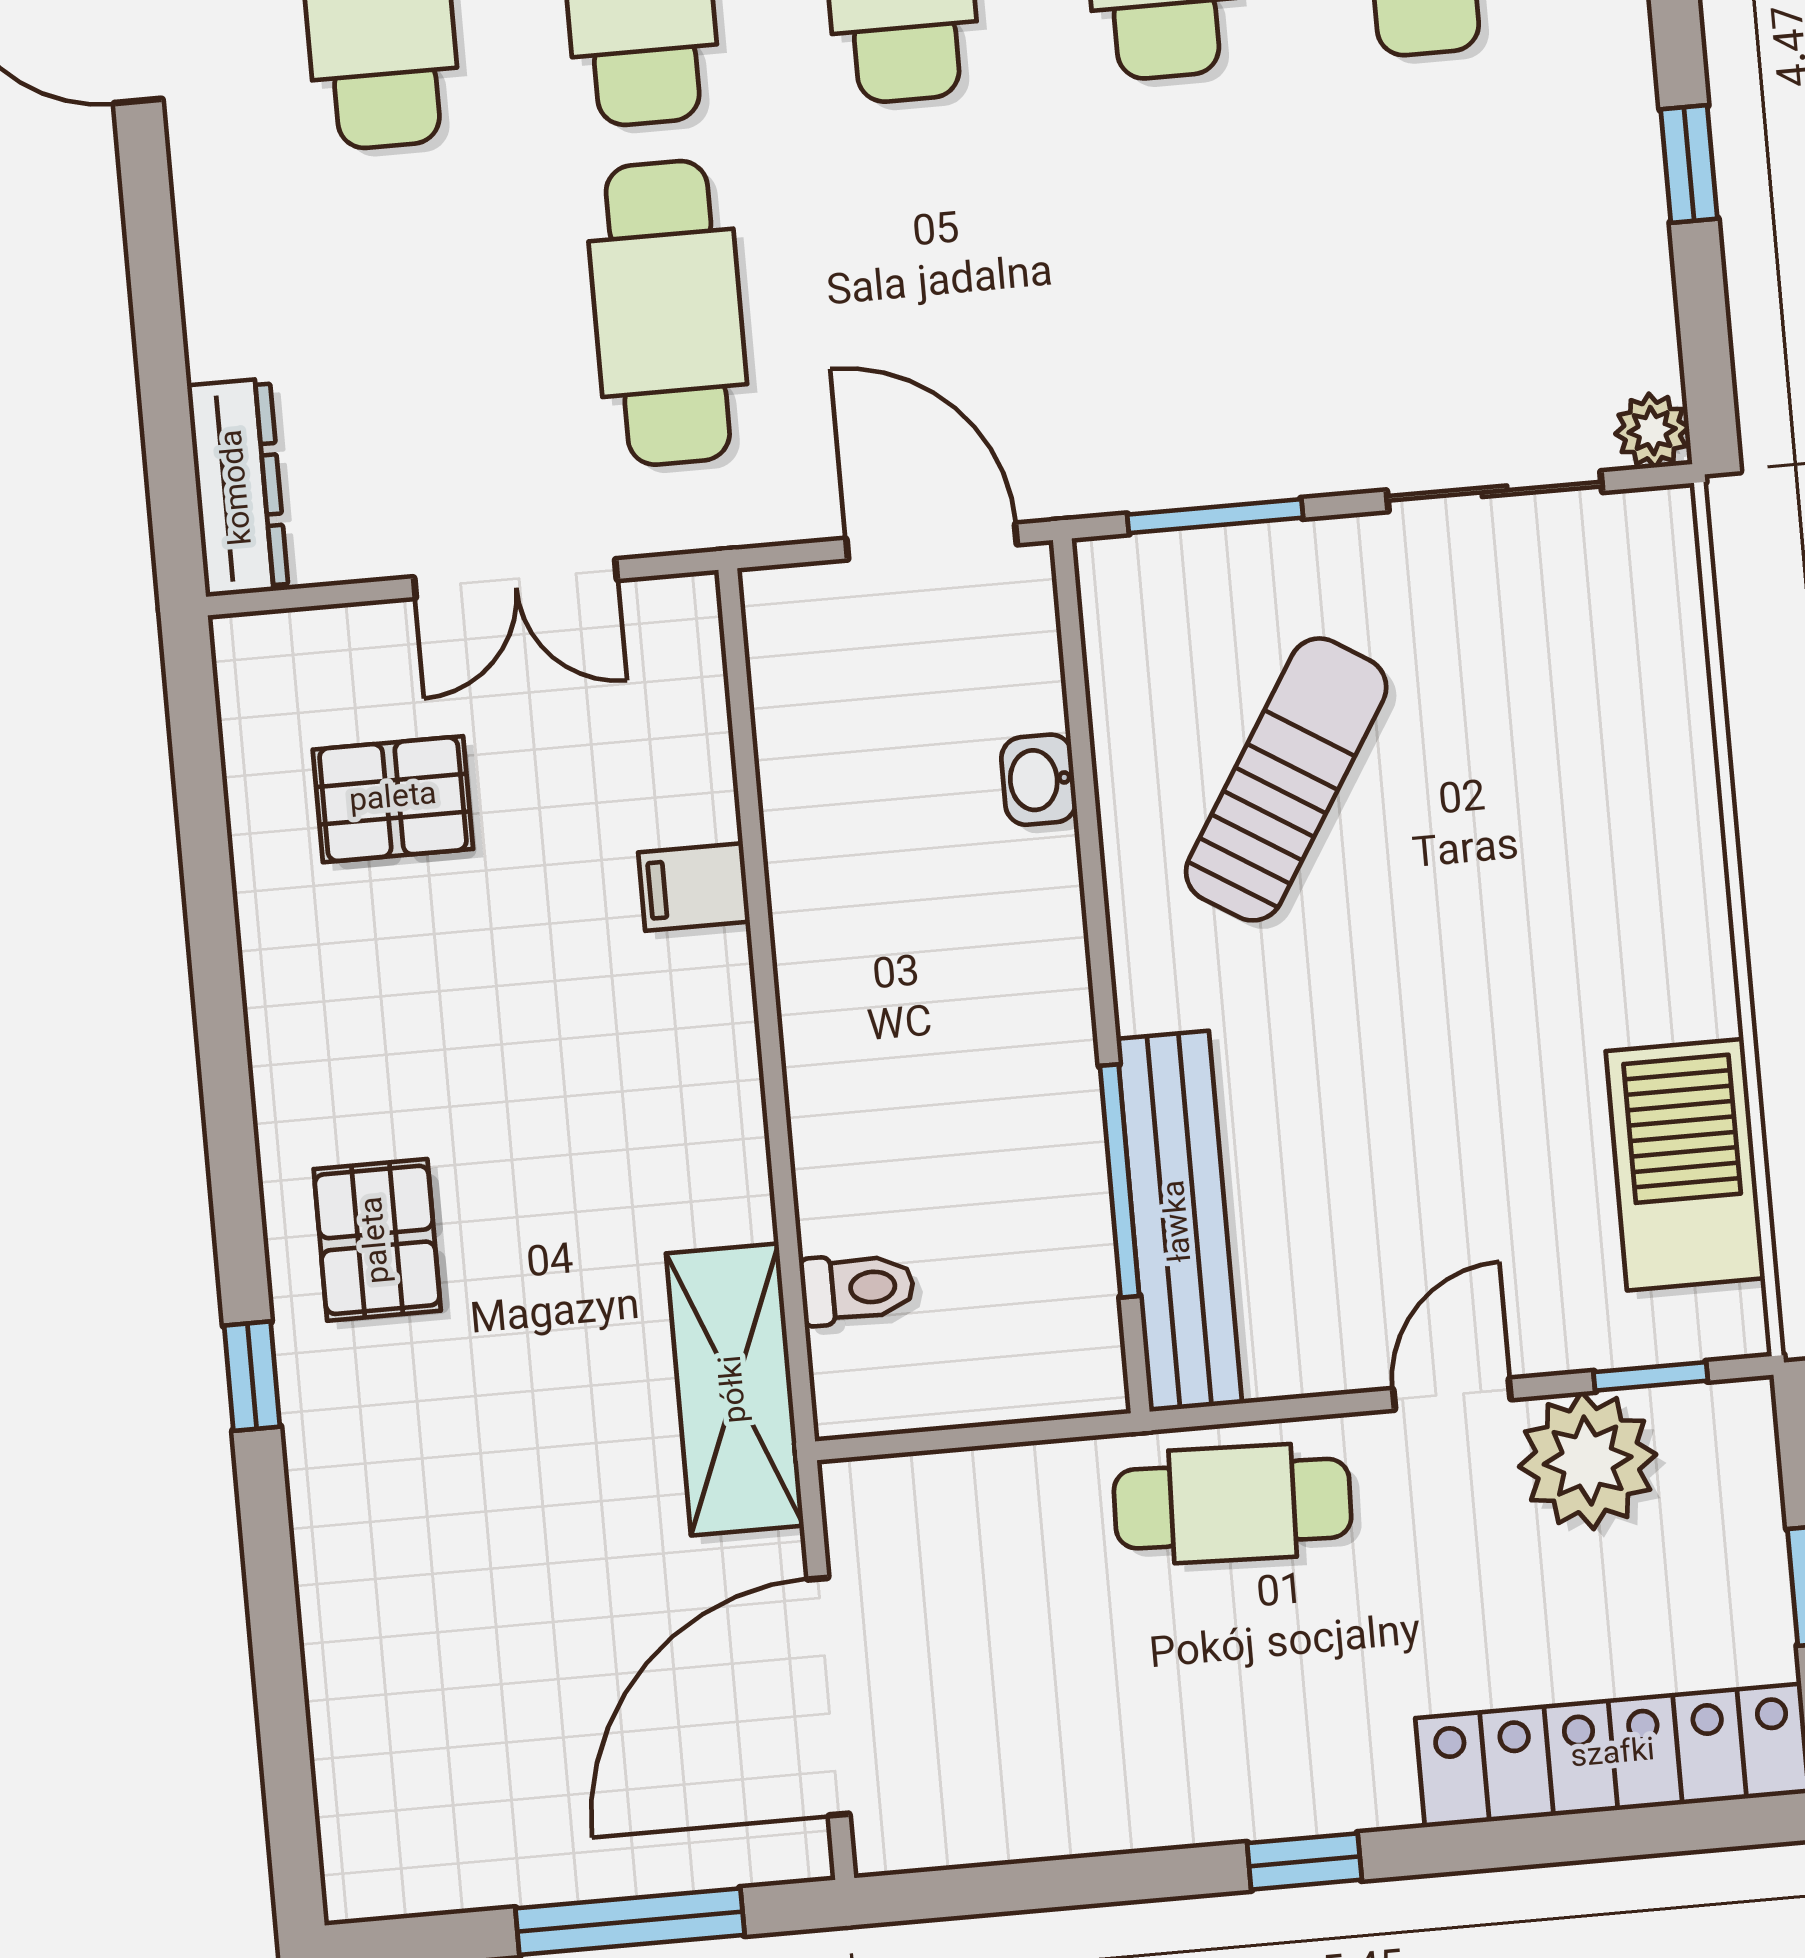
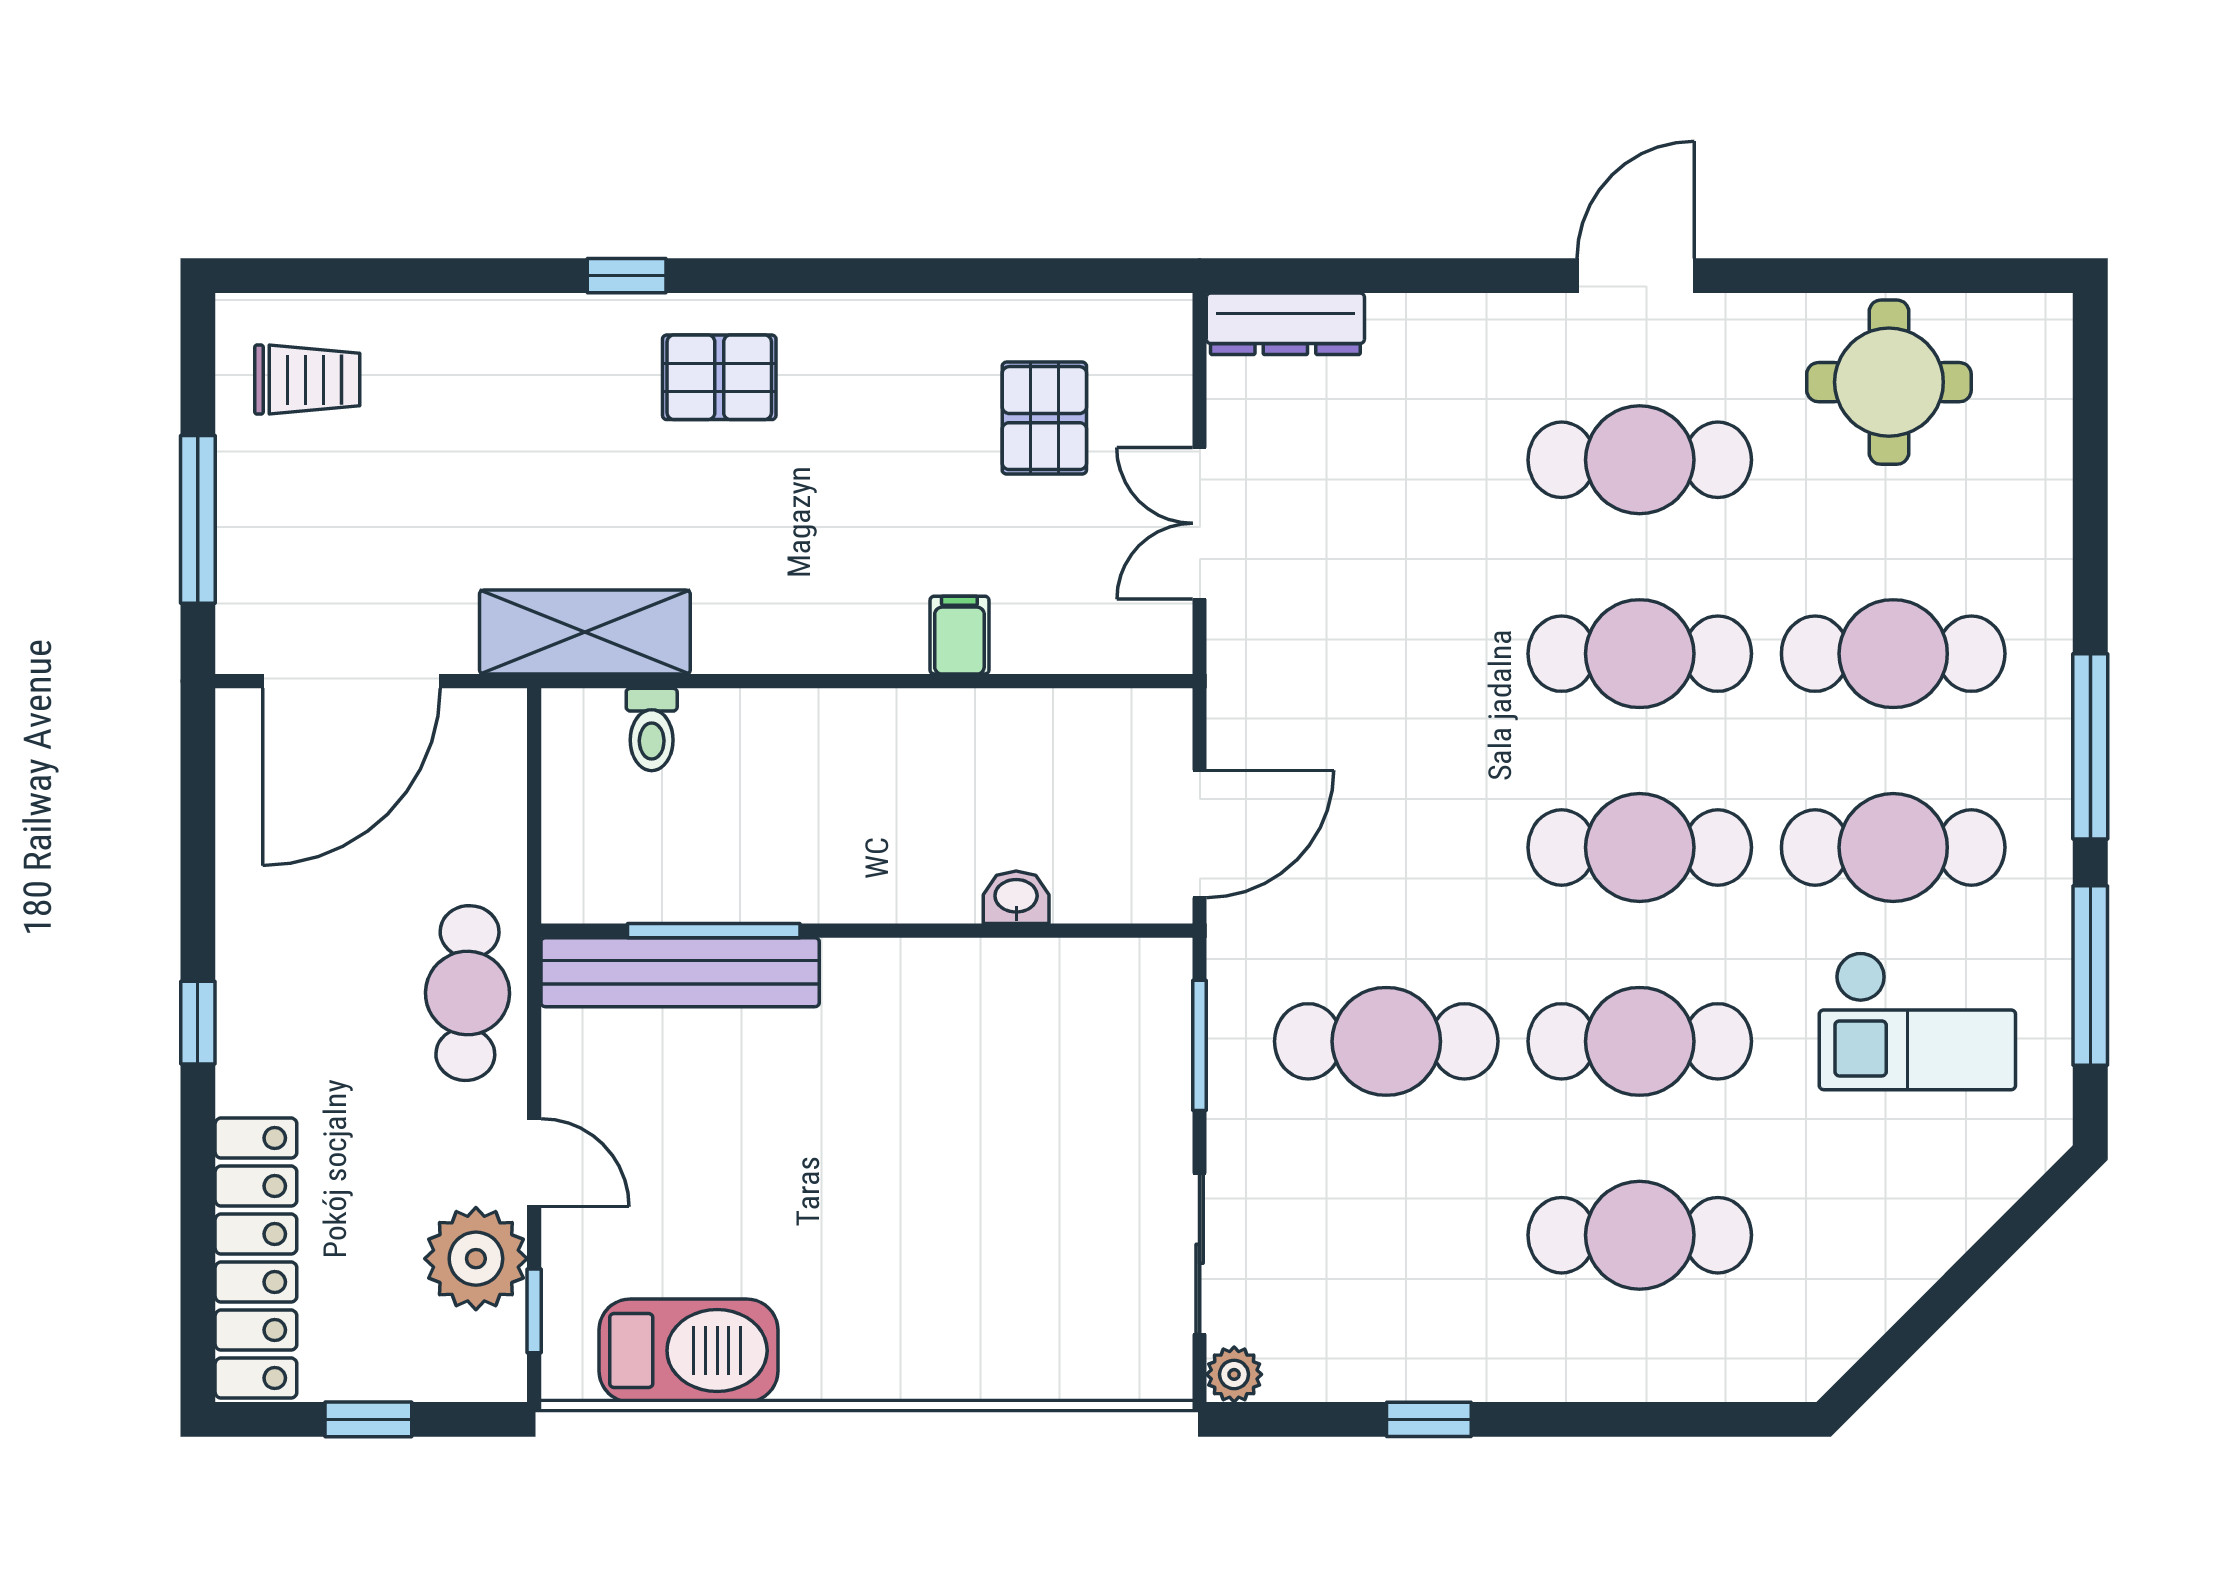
cafe table: (668, 313) -> (1386, 1041), moved
sun lounger: (1286, 779) -> (1000, 1080), removed
door: (828, 1697) -> (351, 681), swing flipped
trolley: (429, 1792) -> (307, 380), added

